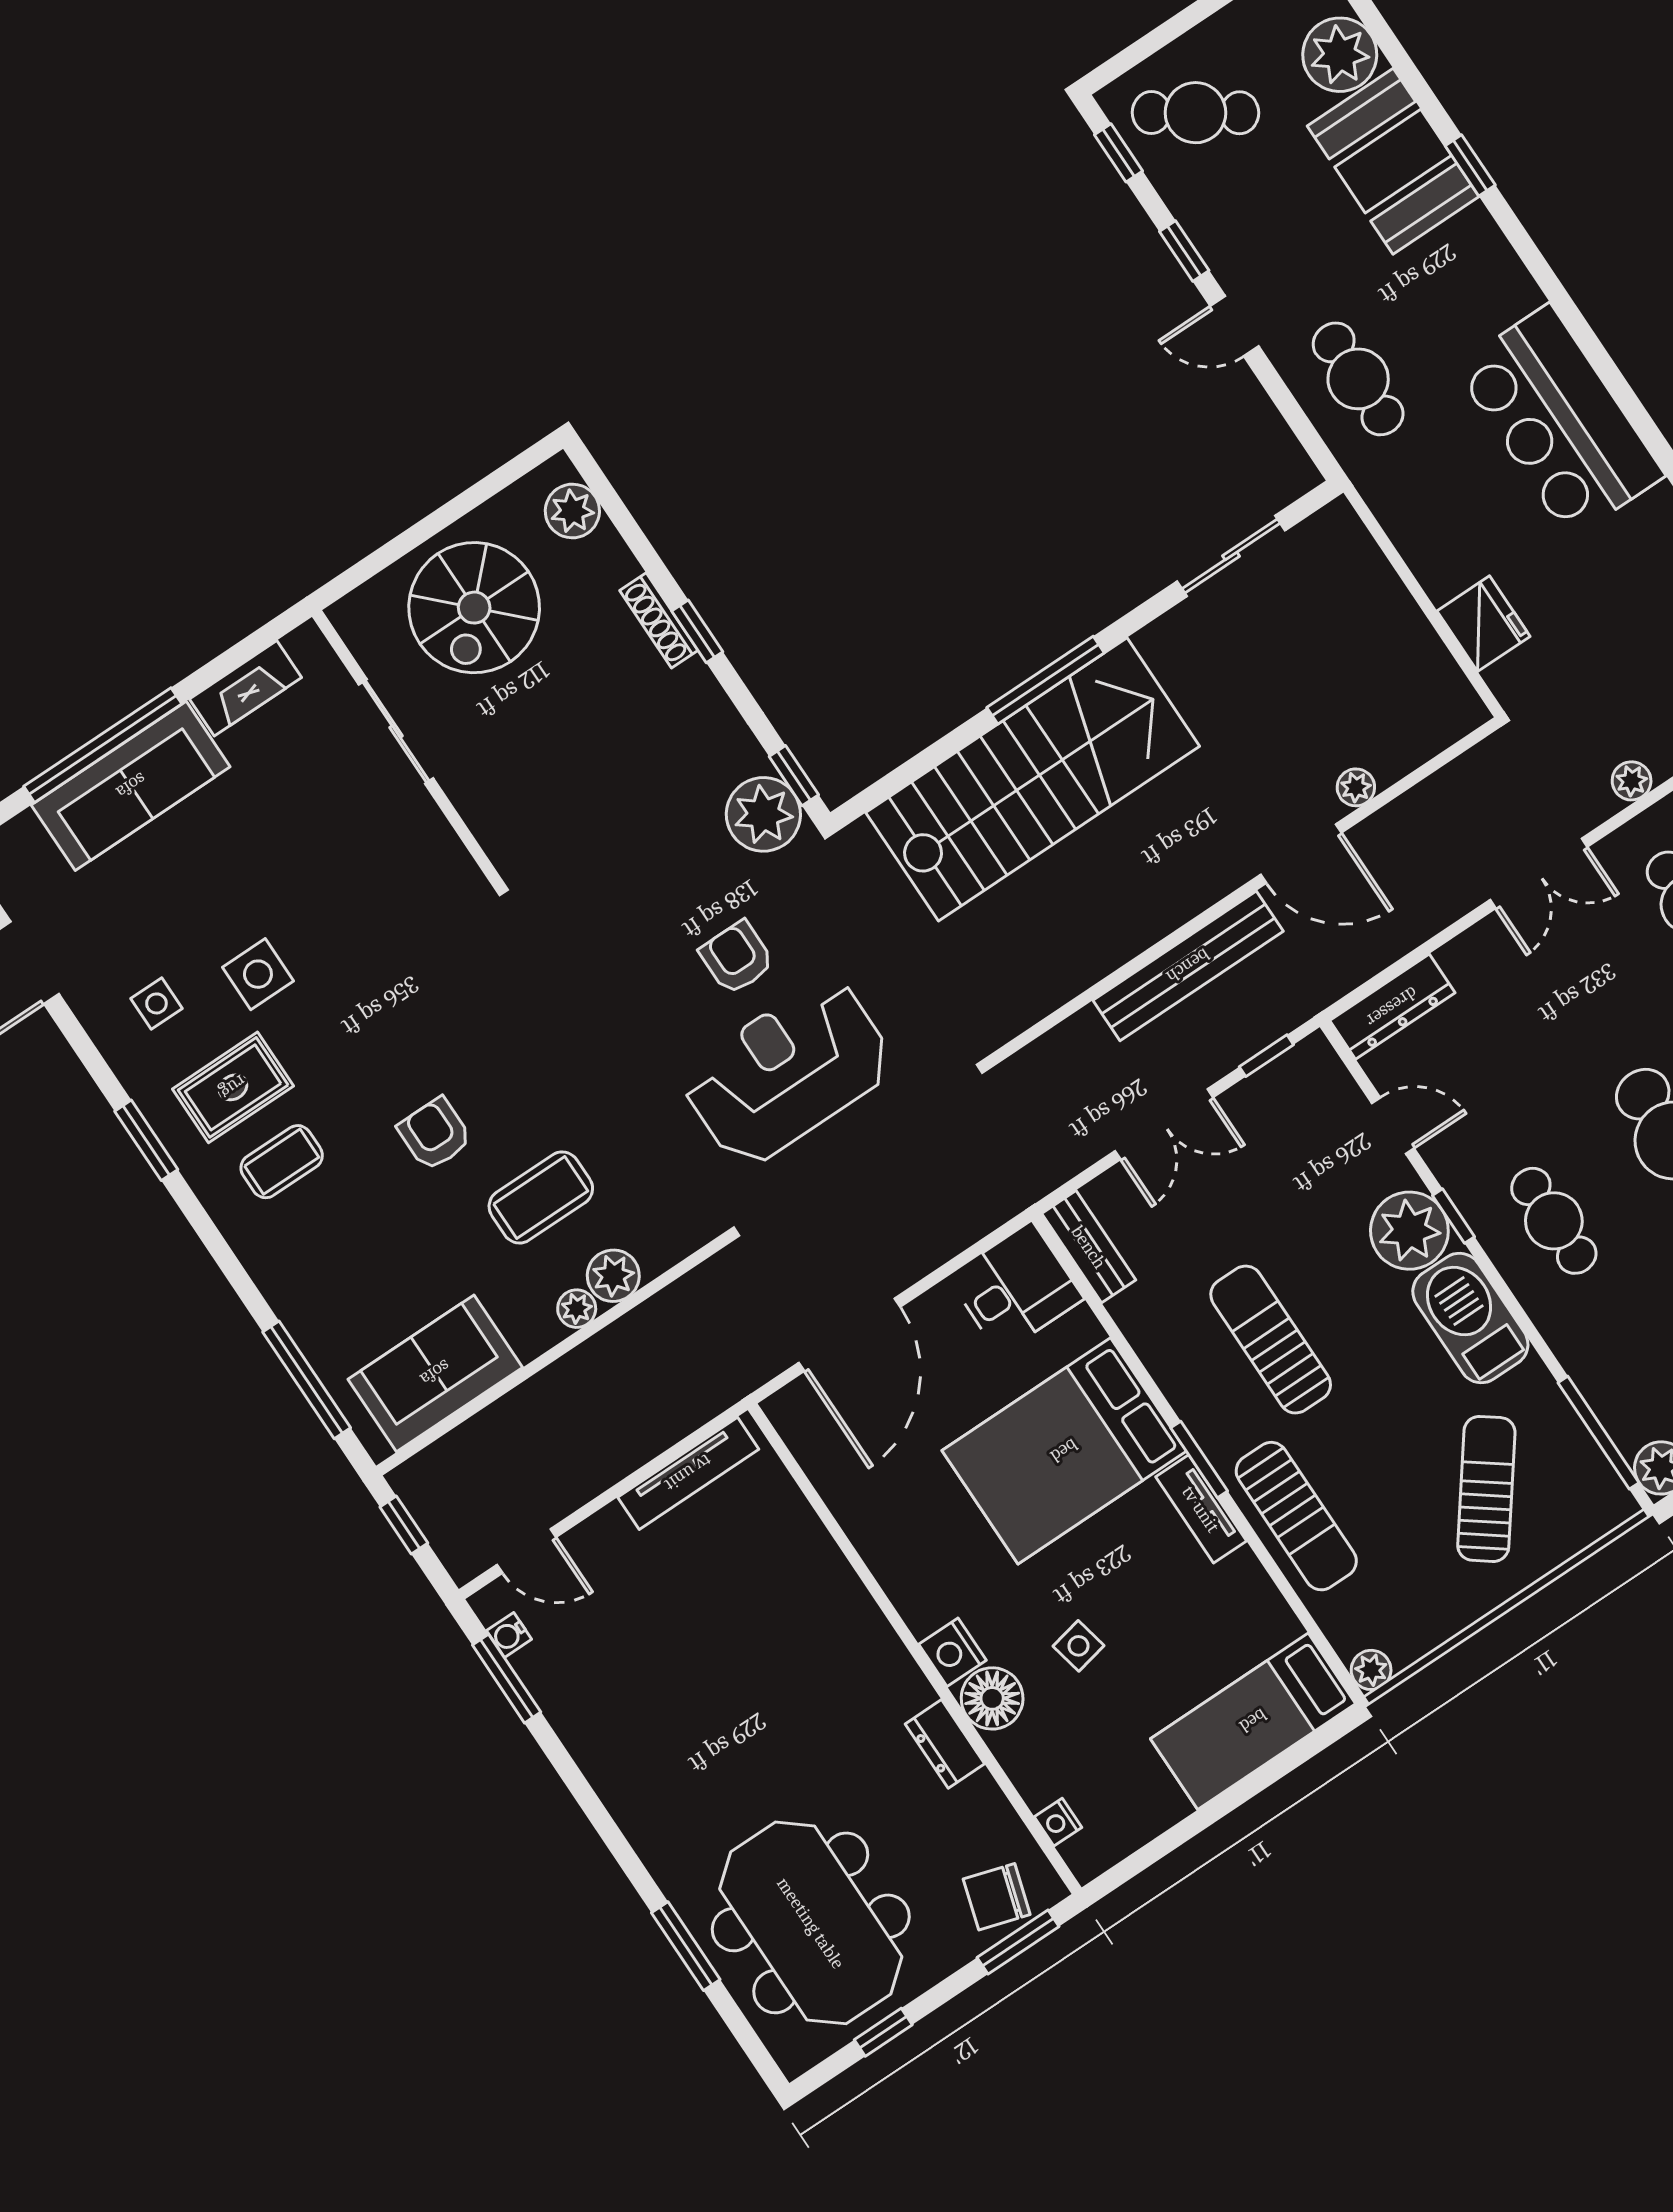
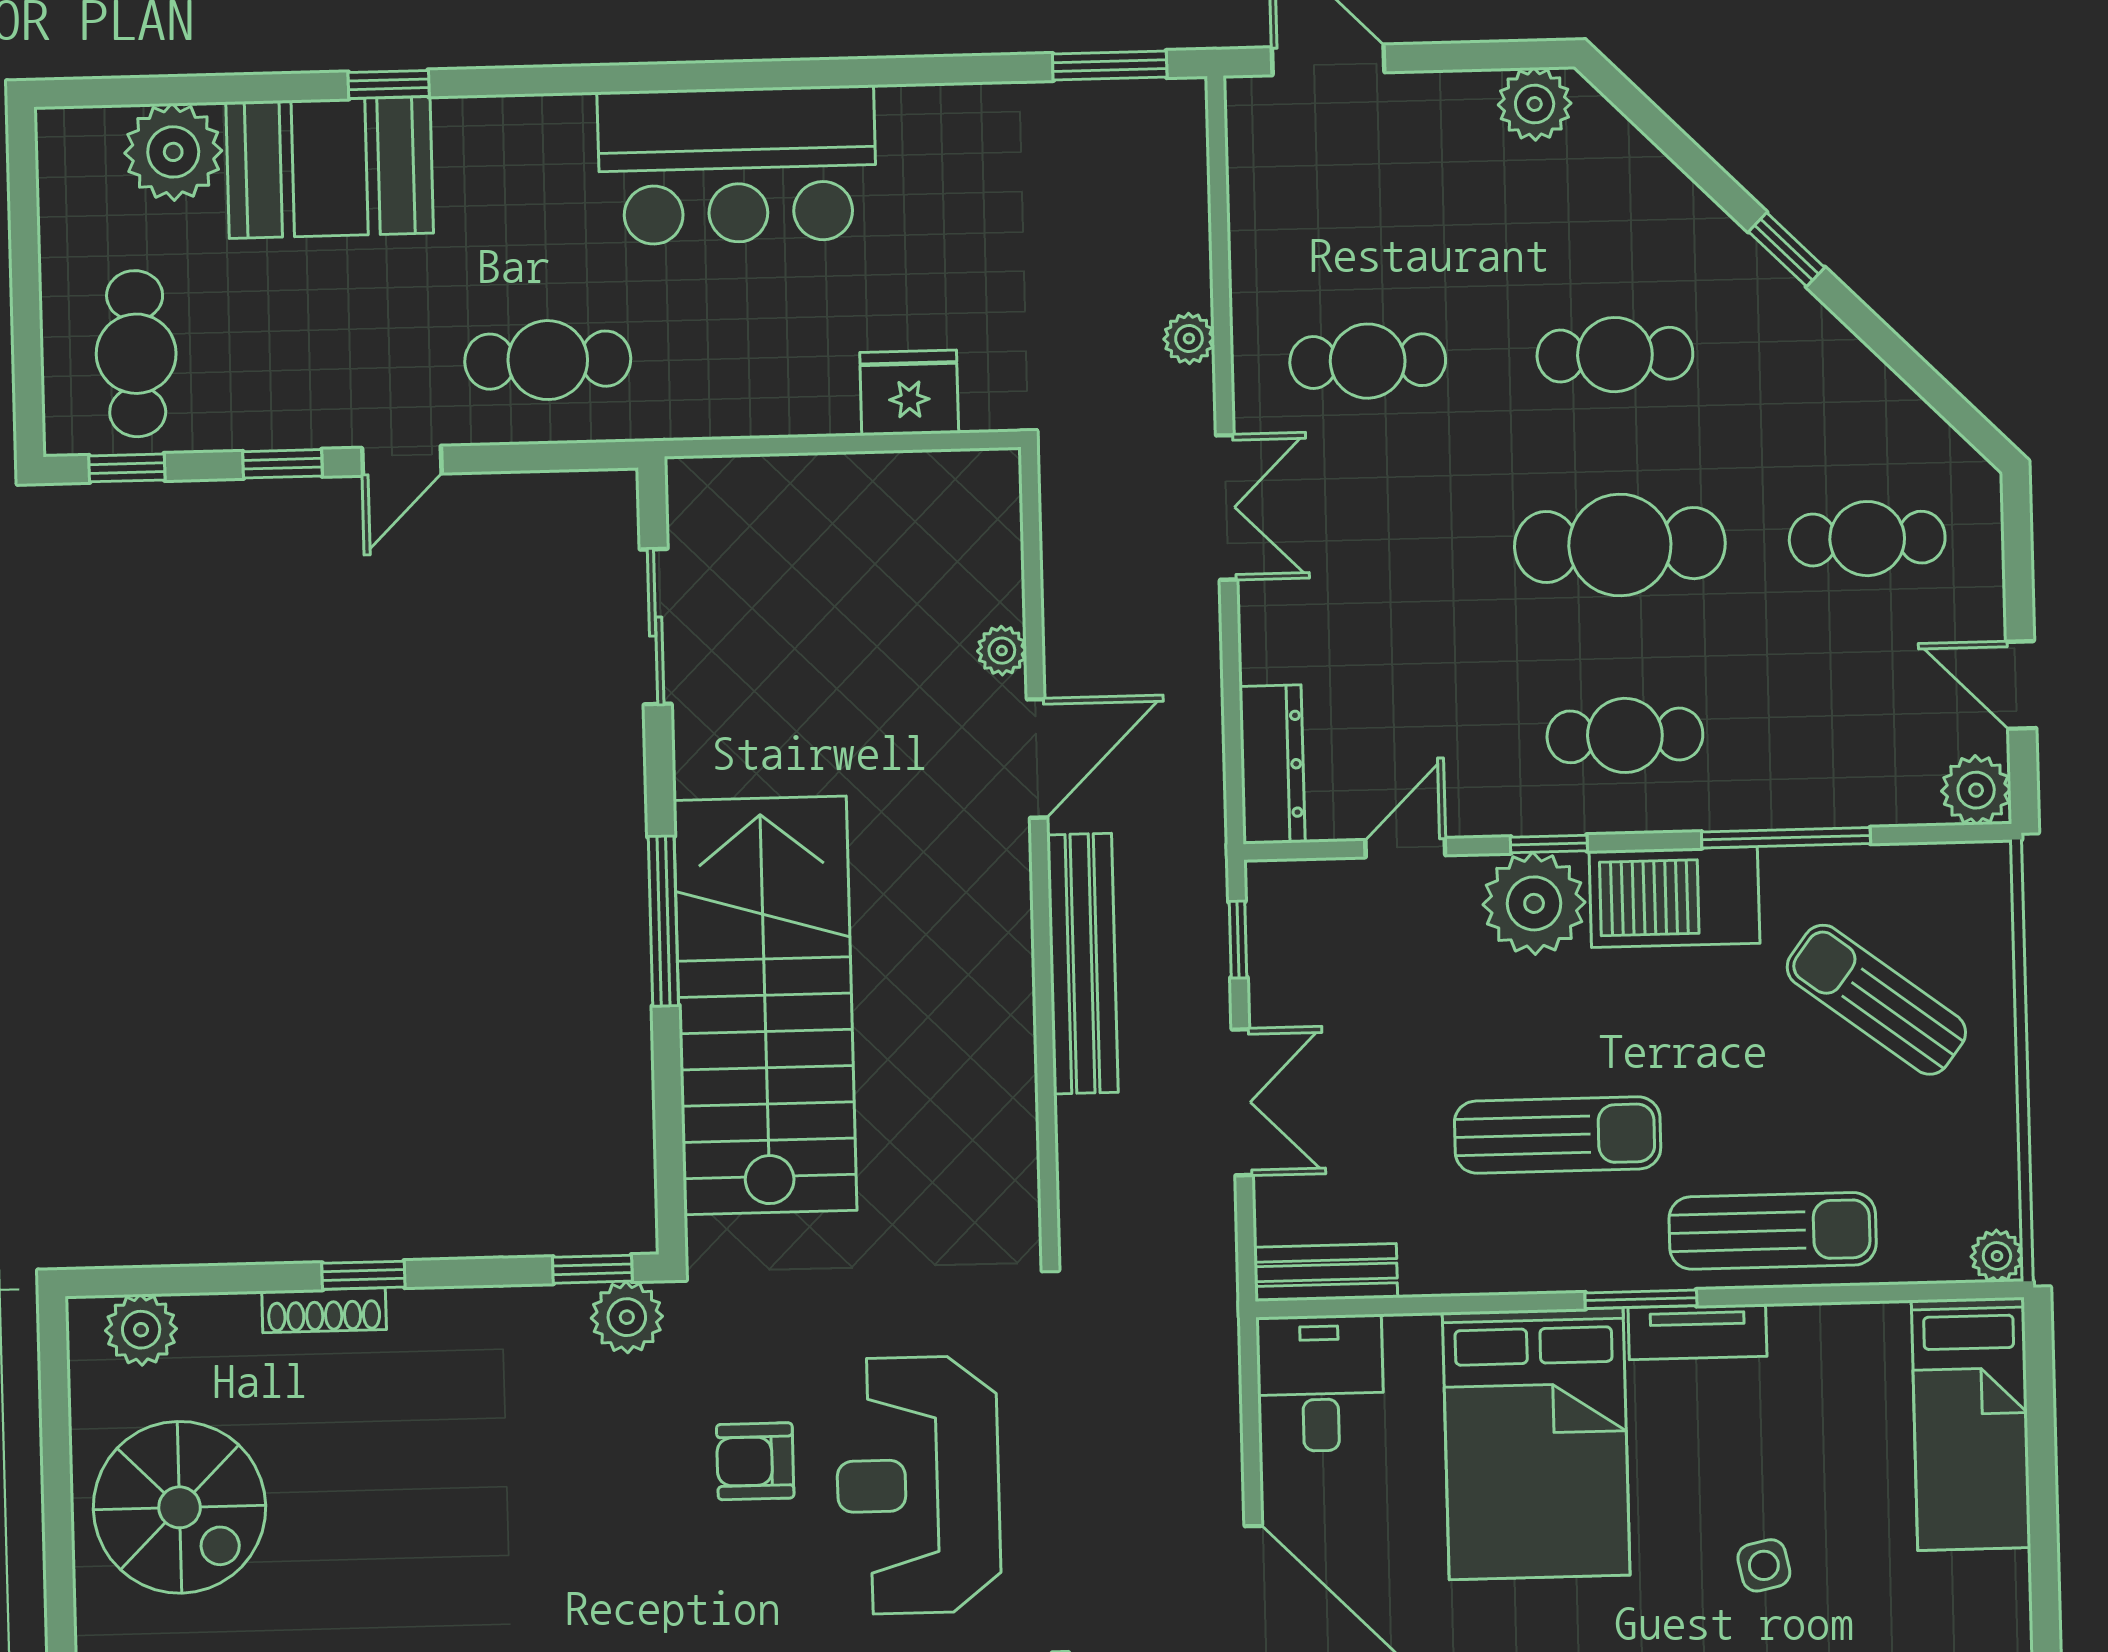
cafe table: (1195, 113) -> (136, 354), turned -34
plant: (763, 814) -> (627, 1317), width x0.73, depth x0.73
sun lounger: (1271, 1340) -> (1558, 1135), turned 180
window: (1599, 1433) -> (1786, 838), moved

